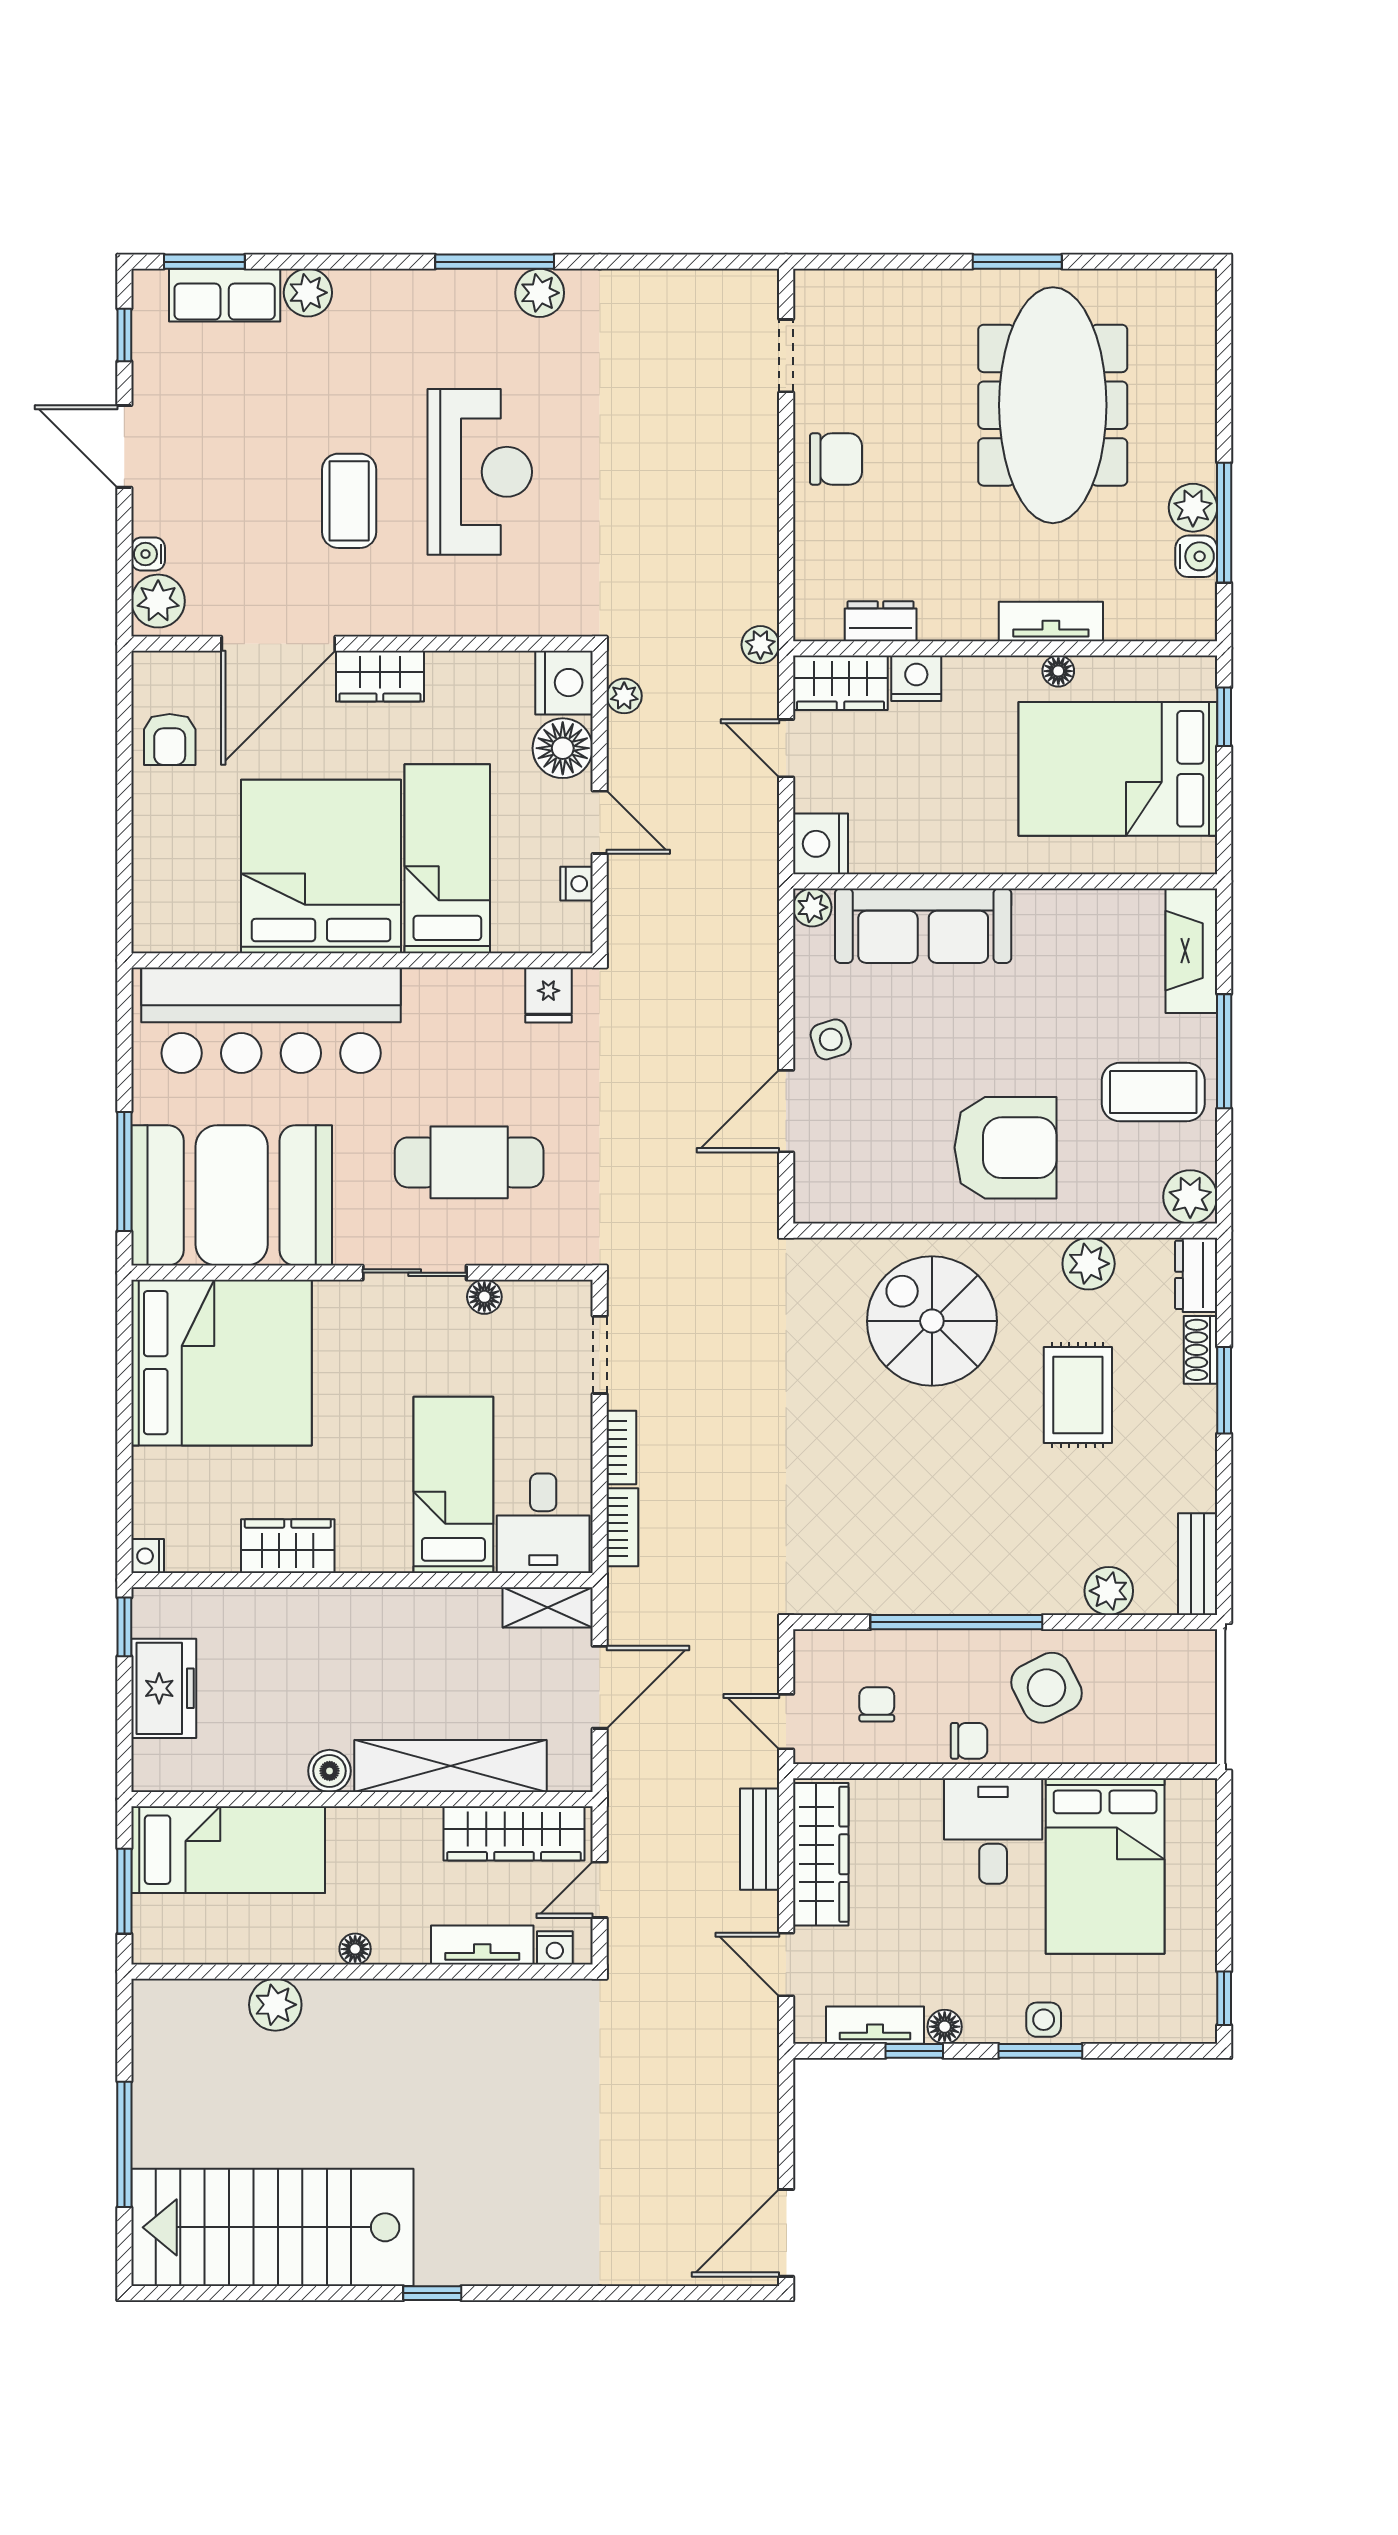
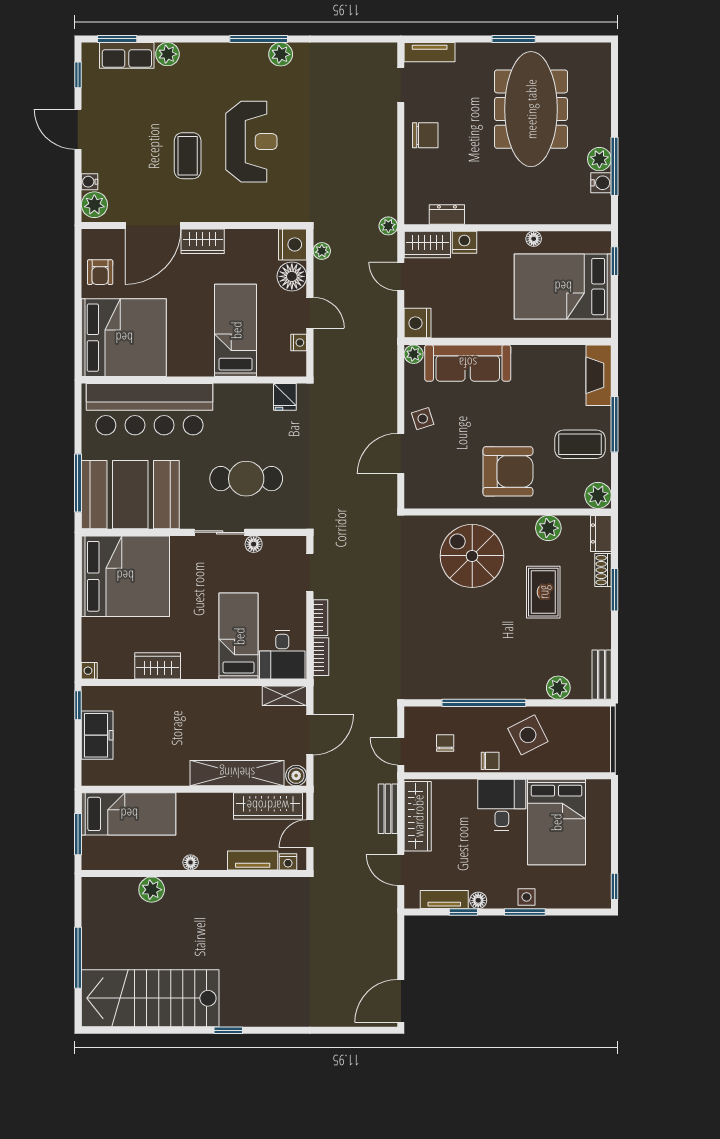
tv unit: (1051, 621) -> (430, 52), moved, turned 180
bed: (321, 867) -> (124, 338), moved, turned 90
boiler: (330, 1771) -> (296, 776), moved

